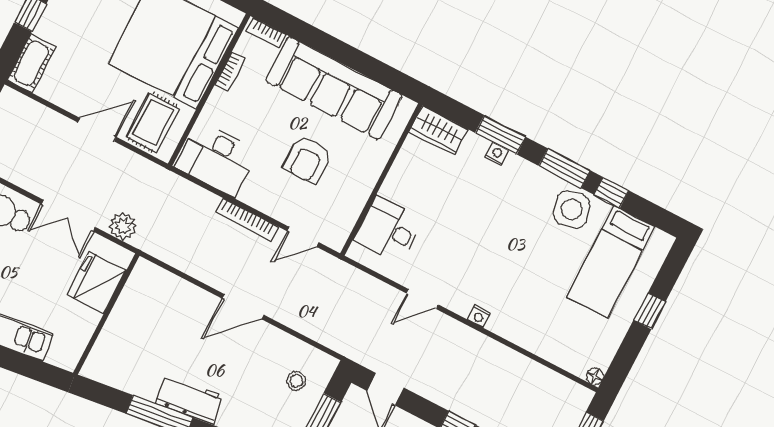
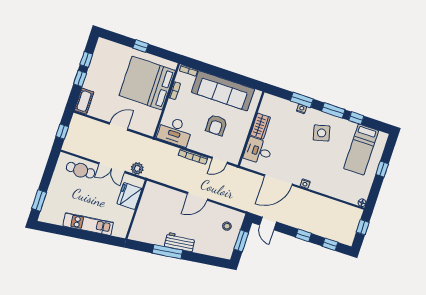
rug: (153, 123) -> (144, 119), removed
wardrobe: (438, 131) -> (260, 126), moved, turned -90
side table: (572, 209) -> (322, 133), moved
door: (423, 299) -> (278, 180), width x1.87

